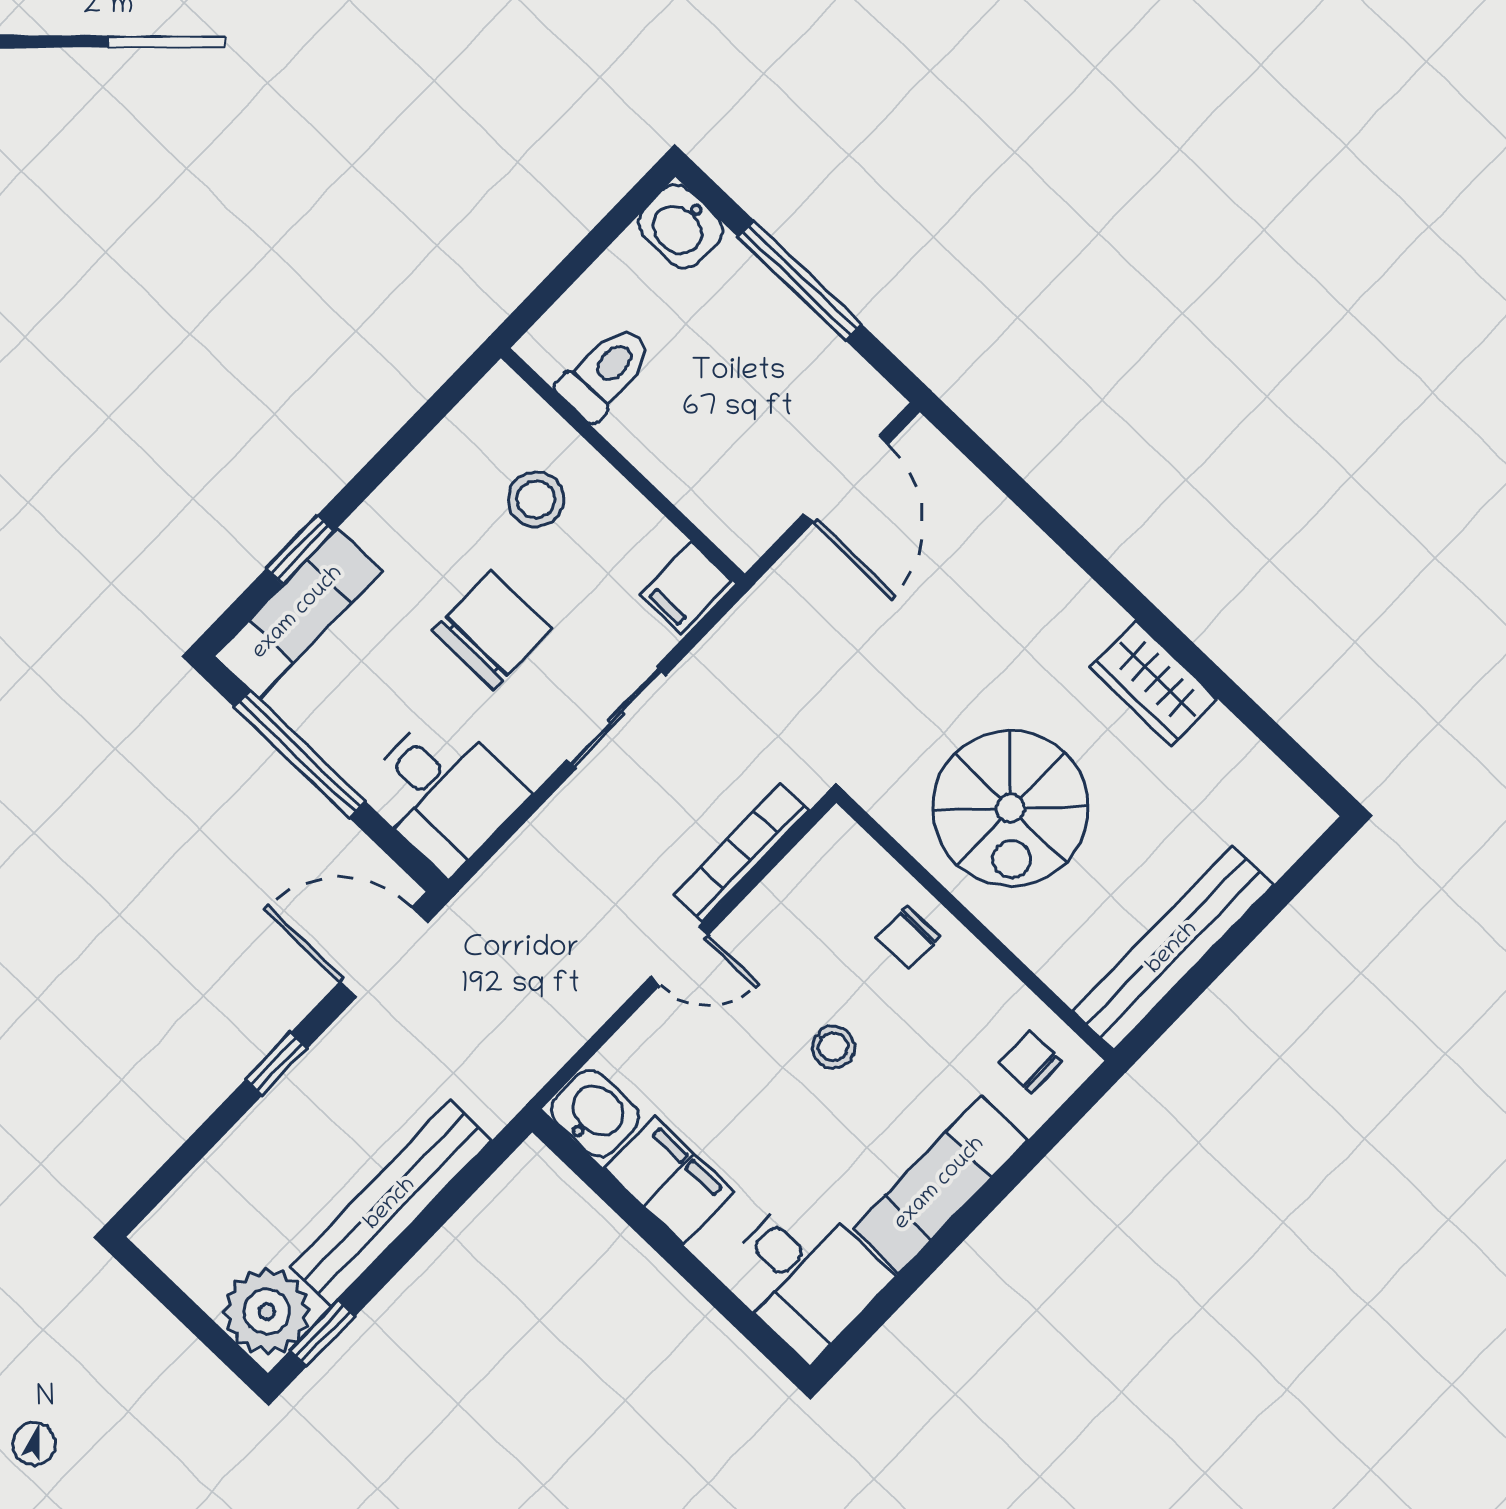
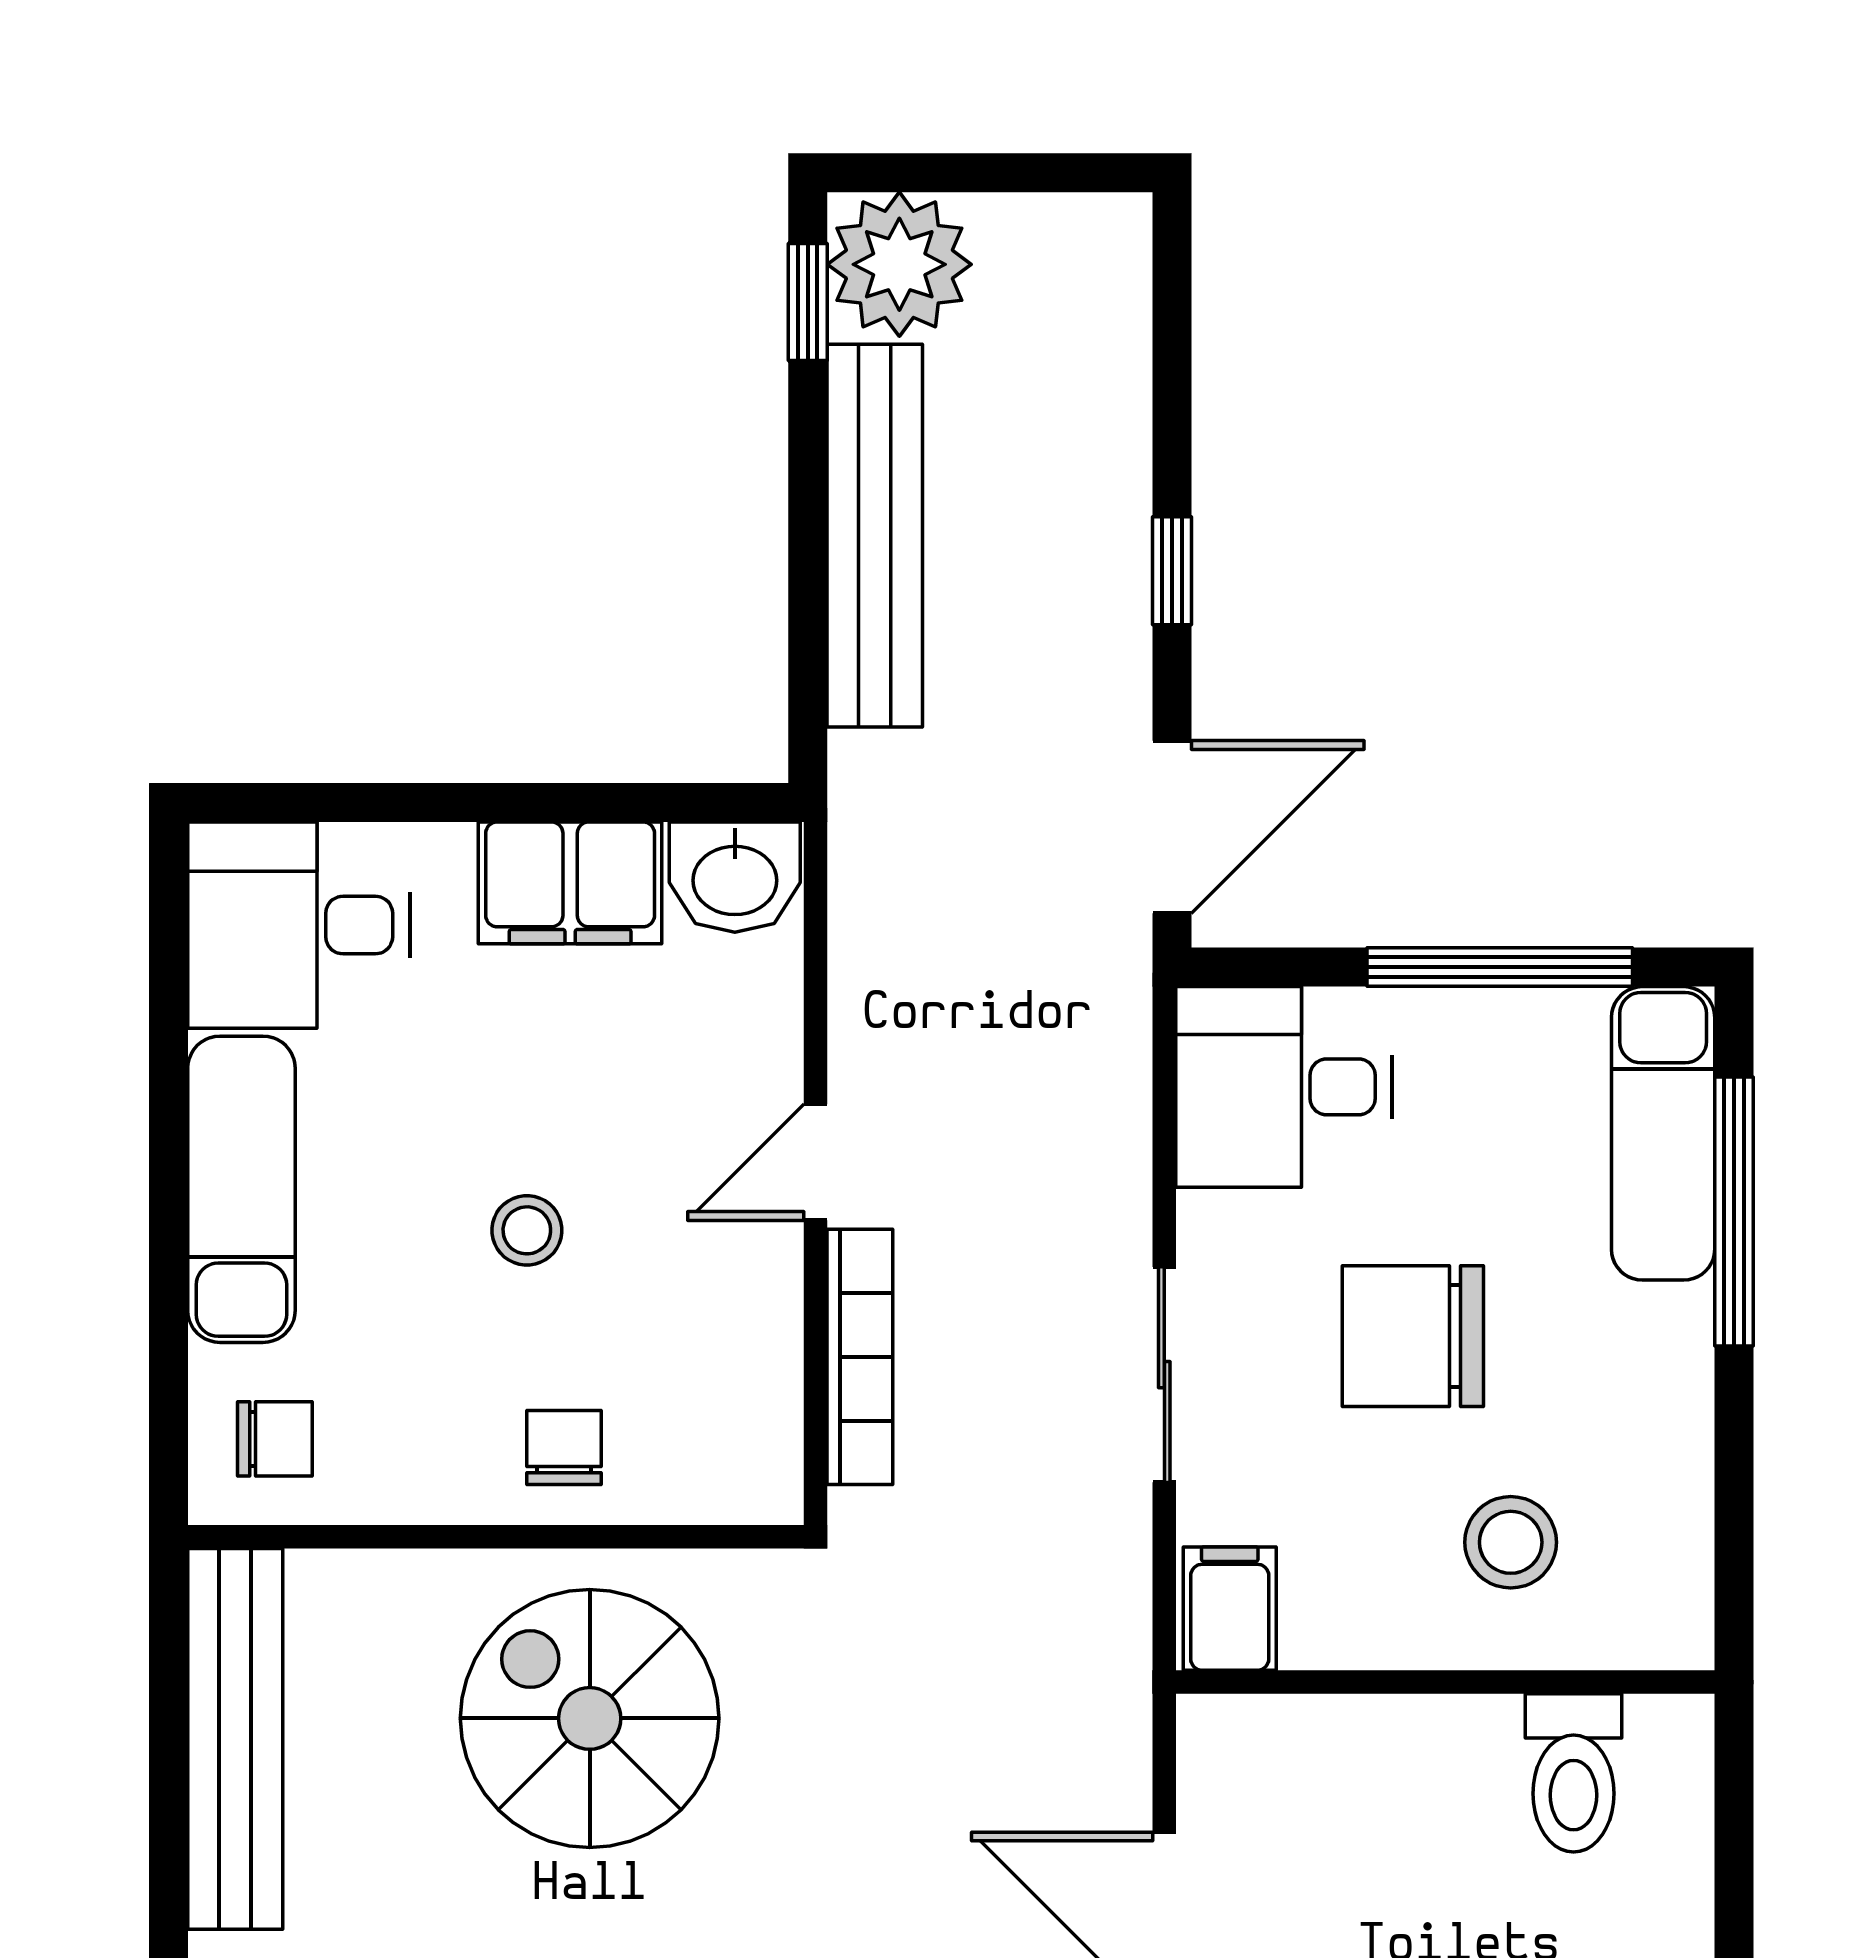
window: (300, 550) -> (1734, 1211), width x2.17
chair: (492, 630) -> (1413, 1336), turned 90

